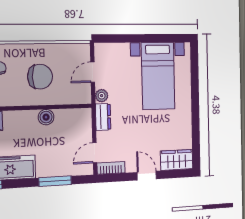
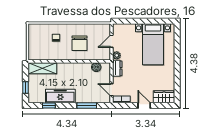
chair: (40, 77) -> (80, 43), turned 90
boiler: (46, 117) -> (96, 67), moved
door: (95, 153) -> (111, 90), hinge flipped

